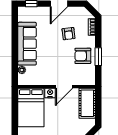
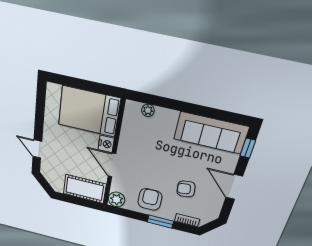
sofa: (27, 44) -> (211, 133), moved
window: (98, 57) -> (160, 222), moved
plant: (89, 79) -> (117, 199), added

